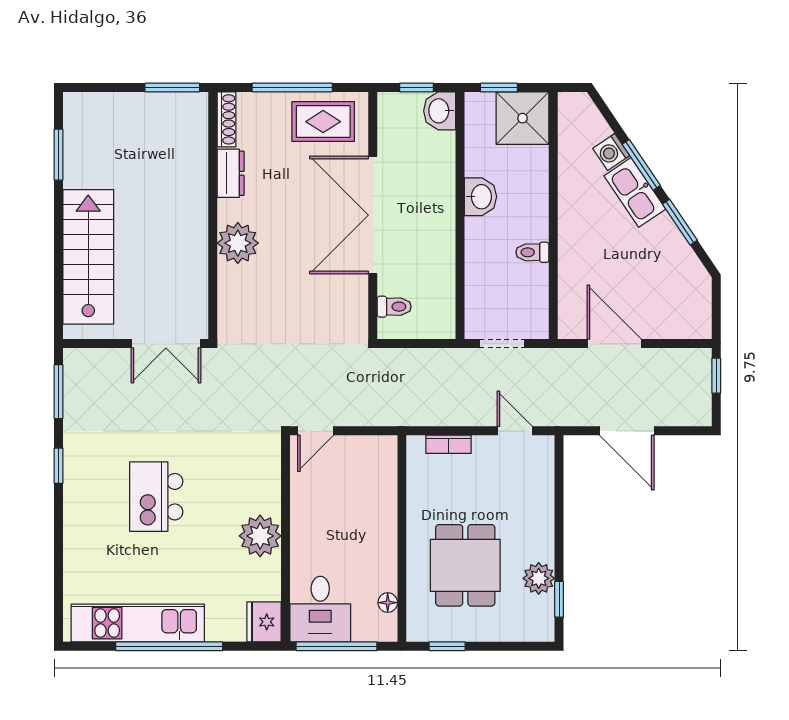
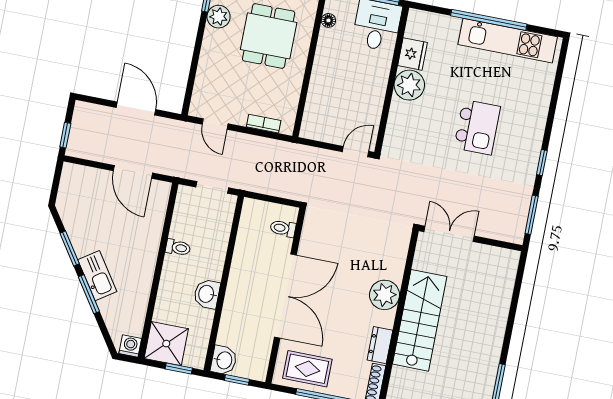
washing machine: (611, 152) -> (130, 346), moved, turned -56
stairs: (88, 257) -> (420, 320), moved, turned 180
fridge: (264, 622) -> (413, 54), moved

